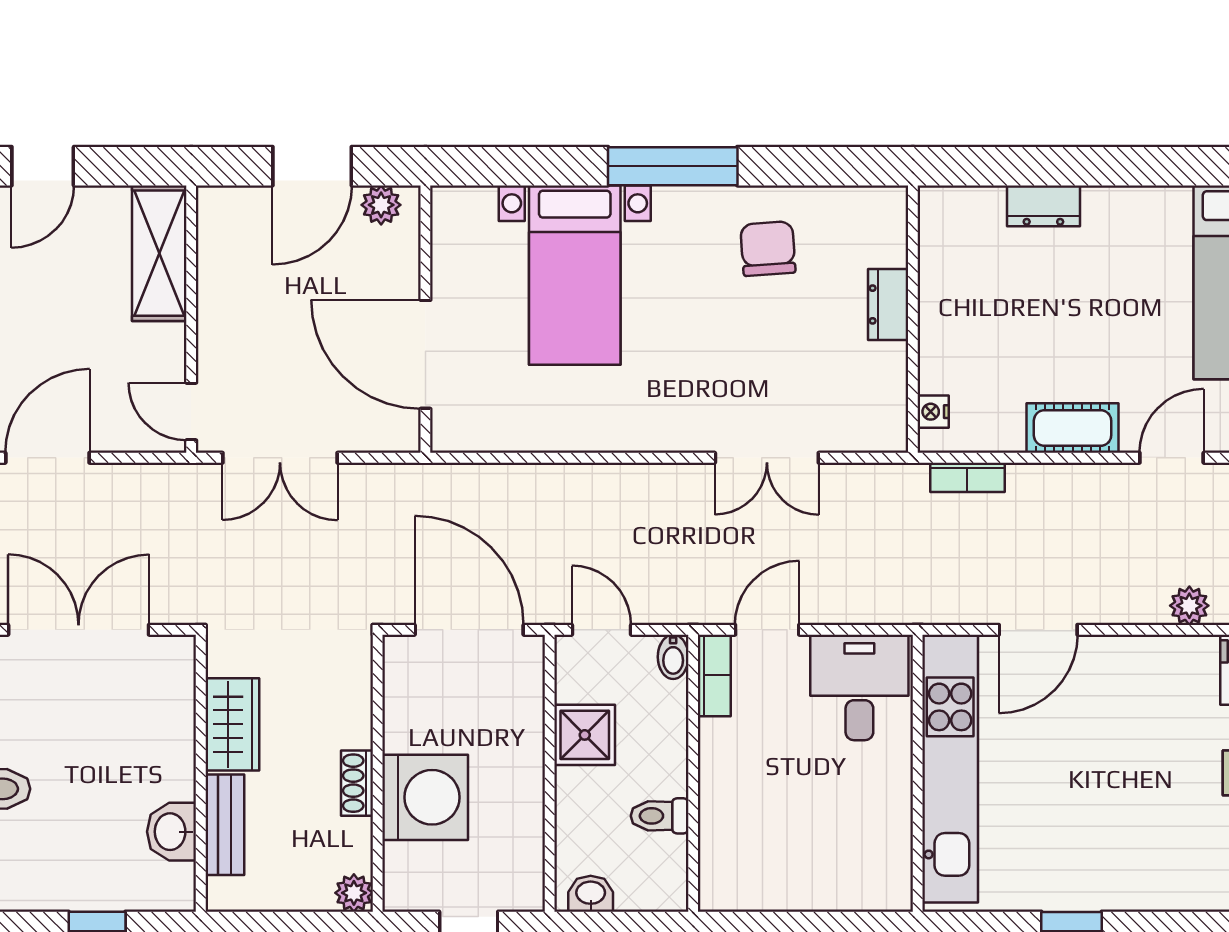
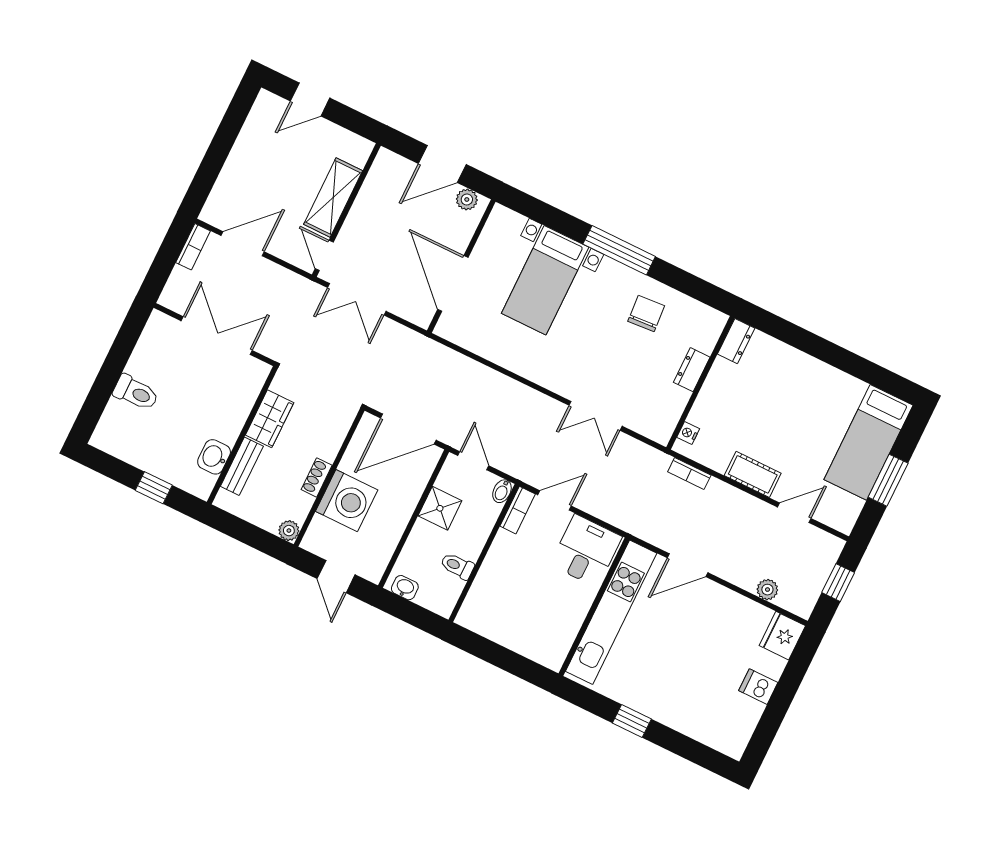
dresser: (1043, 206) -> (736, 341), moved, turned -90
shelving: (159, 253) -> (333, 197), moved
door: (469, 630) -> (408, 429), swing flipped

